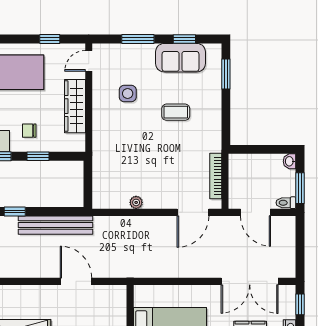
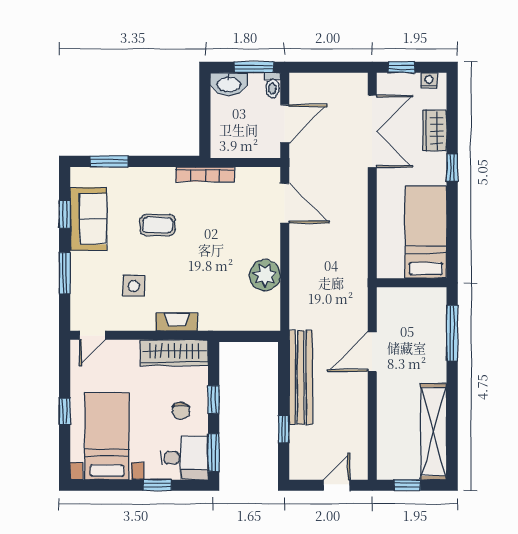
window: (50, 39) -> (65, 411), moved
door: (89, 61) -> (93, 335), hinge flipped
wardrobe: (75, 106) -> (174, 353), moved
coffee table: (176, 112) -> (158, 225), turned 90
fireplace: (99, 127) -> (177, 322), added
washbasin: (290, 161) -> (229, 84), width x1.91, depth x1.45
bookcase: (216, 176) -> (205, 174), moved
plant: (136, 202) -> (265, 275), width x1.88, depth x1.88

